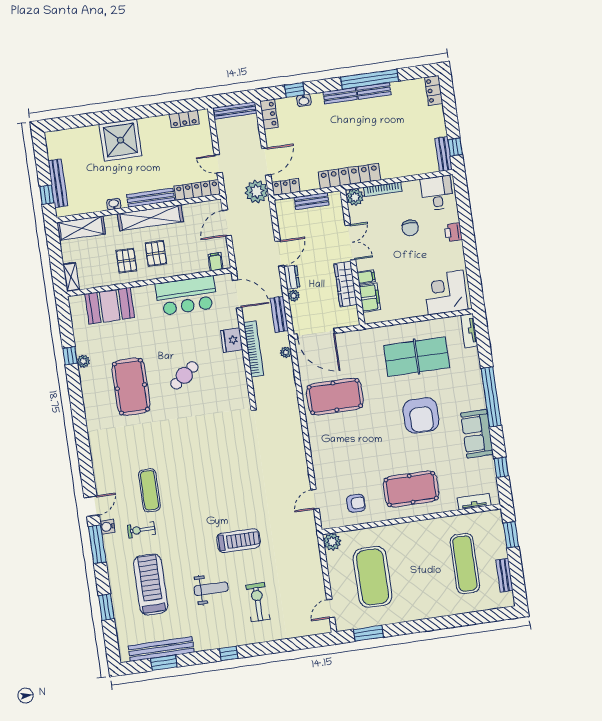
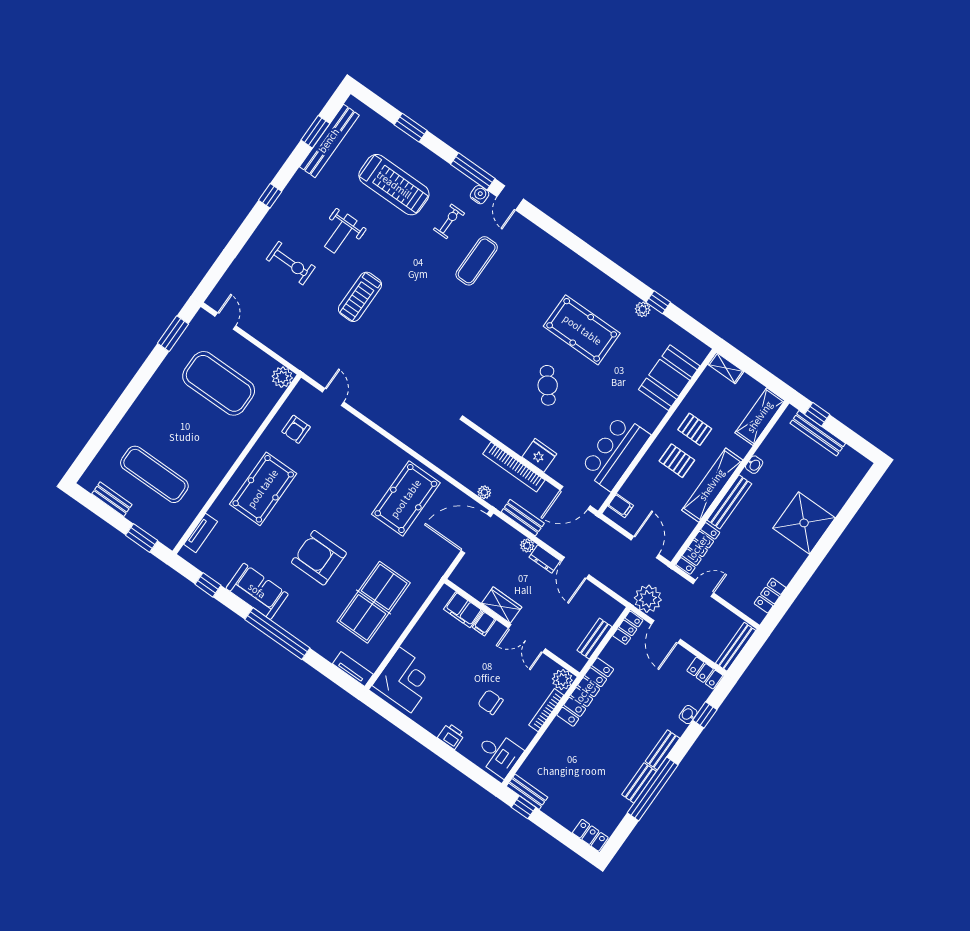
wardrobe: (345, 284) -> (502, 605), width x0.67
exercise mat: (149, 490) -> (477, 261), turned 90

